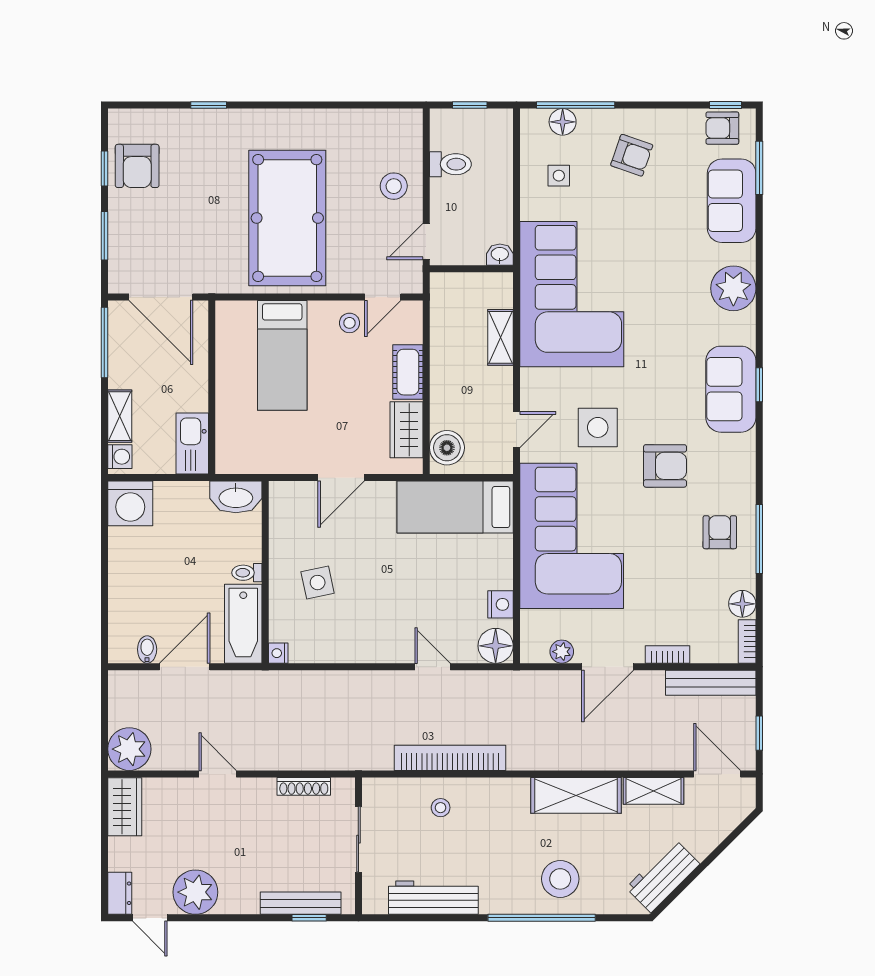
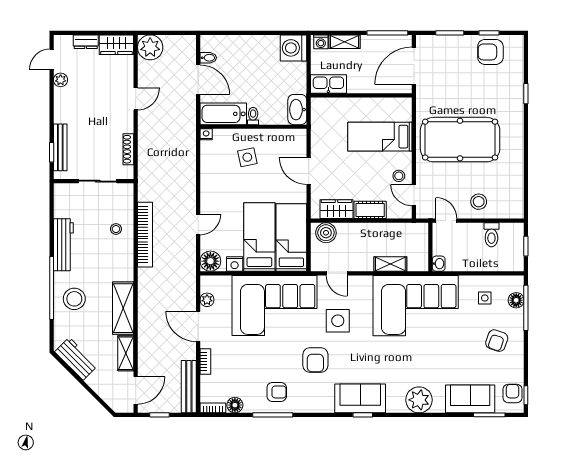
bed: (454, 562) -> (259, 237), added
plant: (195, 892) -> (61, 80), width x0.53, depth x0.53
dresser: (120, 893) -> (86, 42), moved
workbench: (433, 898) -> (63, 245), moved

